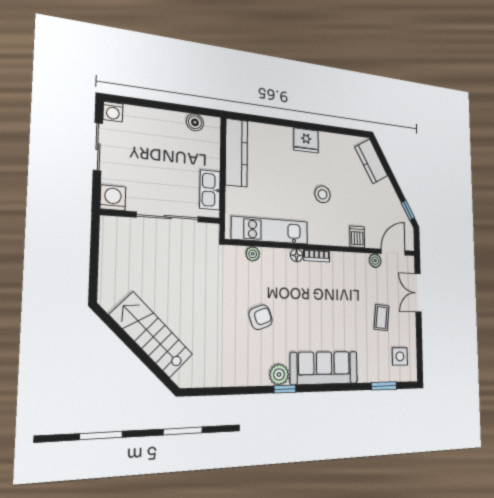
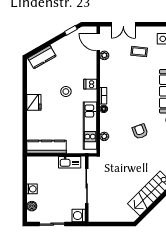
washing machine: (113, 112) -> (32, 189), moved
boiler: (195, 122) -> (32, 206), moved
dishwasher: (357, 237) -> (90, 84), moved

